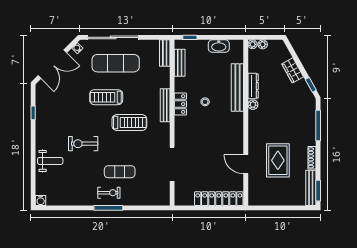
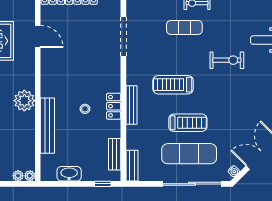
dresser: (253, 86) -> (29, 127), removed
treadmill: (106, 97) -> (188, 123), moved
plant: (253, 105) -> (24, 101), width x1.88, depth x1.88

